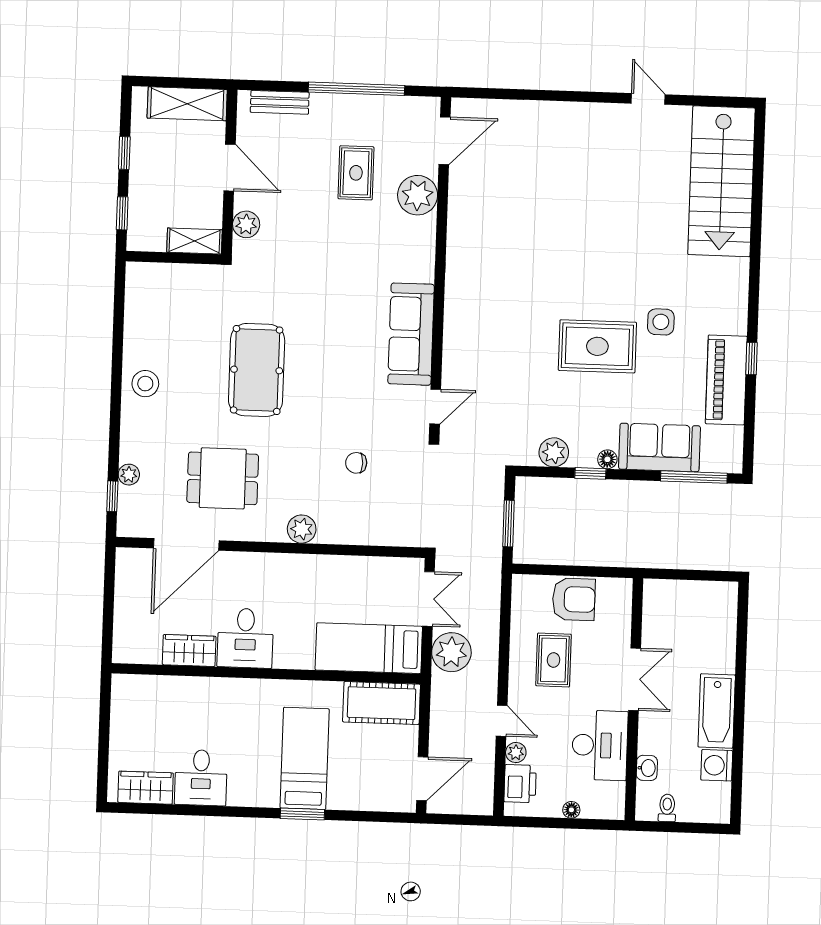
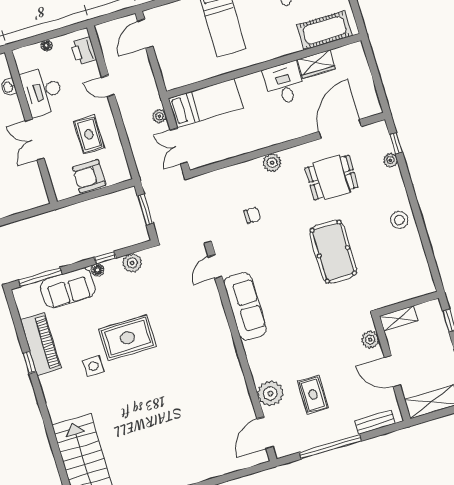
plant: (451, 652) -> (159, 116), width x0.53, depth x0.53
cot: (382, 703) -> (325, 30), moved
plant: (516, 753) -> (93, 69), removed

